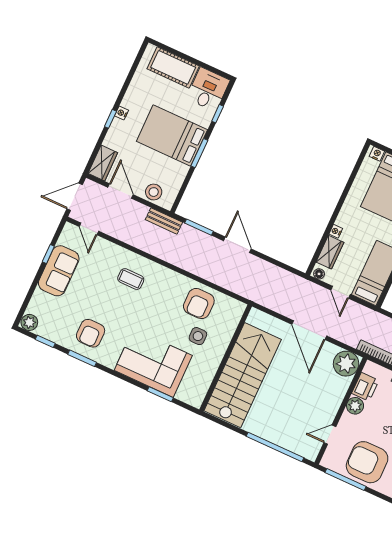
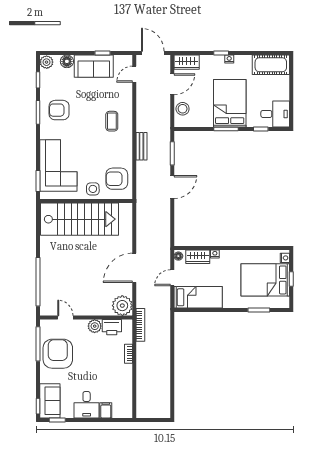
cot: (173, 67) -> (271, 65), moved, turned 90
bench: (164, 221) -> (141, 146), moved
floor lamp: (39, 299) -> (67, 61), added
wall: (226, 358) -> (86, 201), moved
stairs: (243, 375) -> (79, 219), moved

